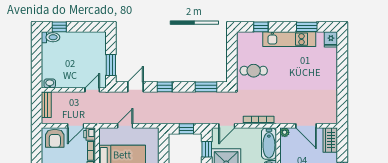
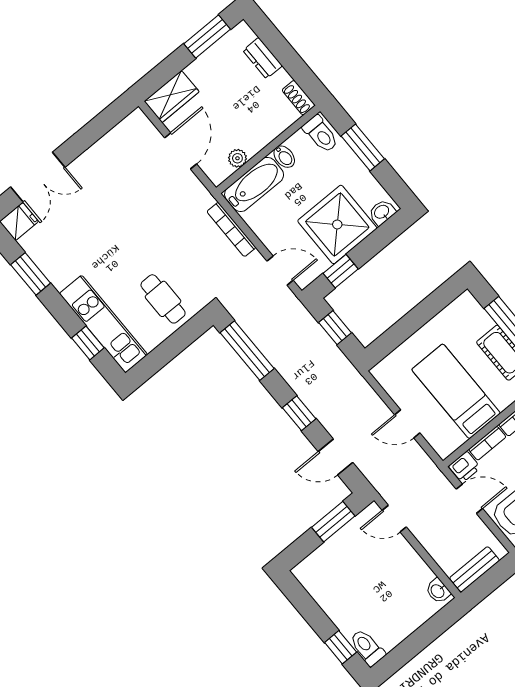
kitchen unit: (289, 39) -> (103, 324), moved
double door: (342, 61) -> (38, 177), added
window: (206, 87) -> (247, 351), width x1.44
plant: (285, 132) -> (237, 158), moved

